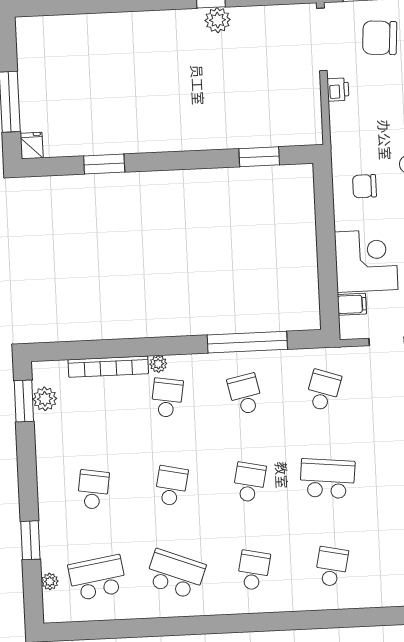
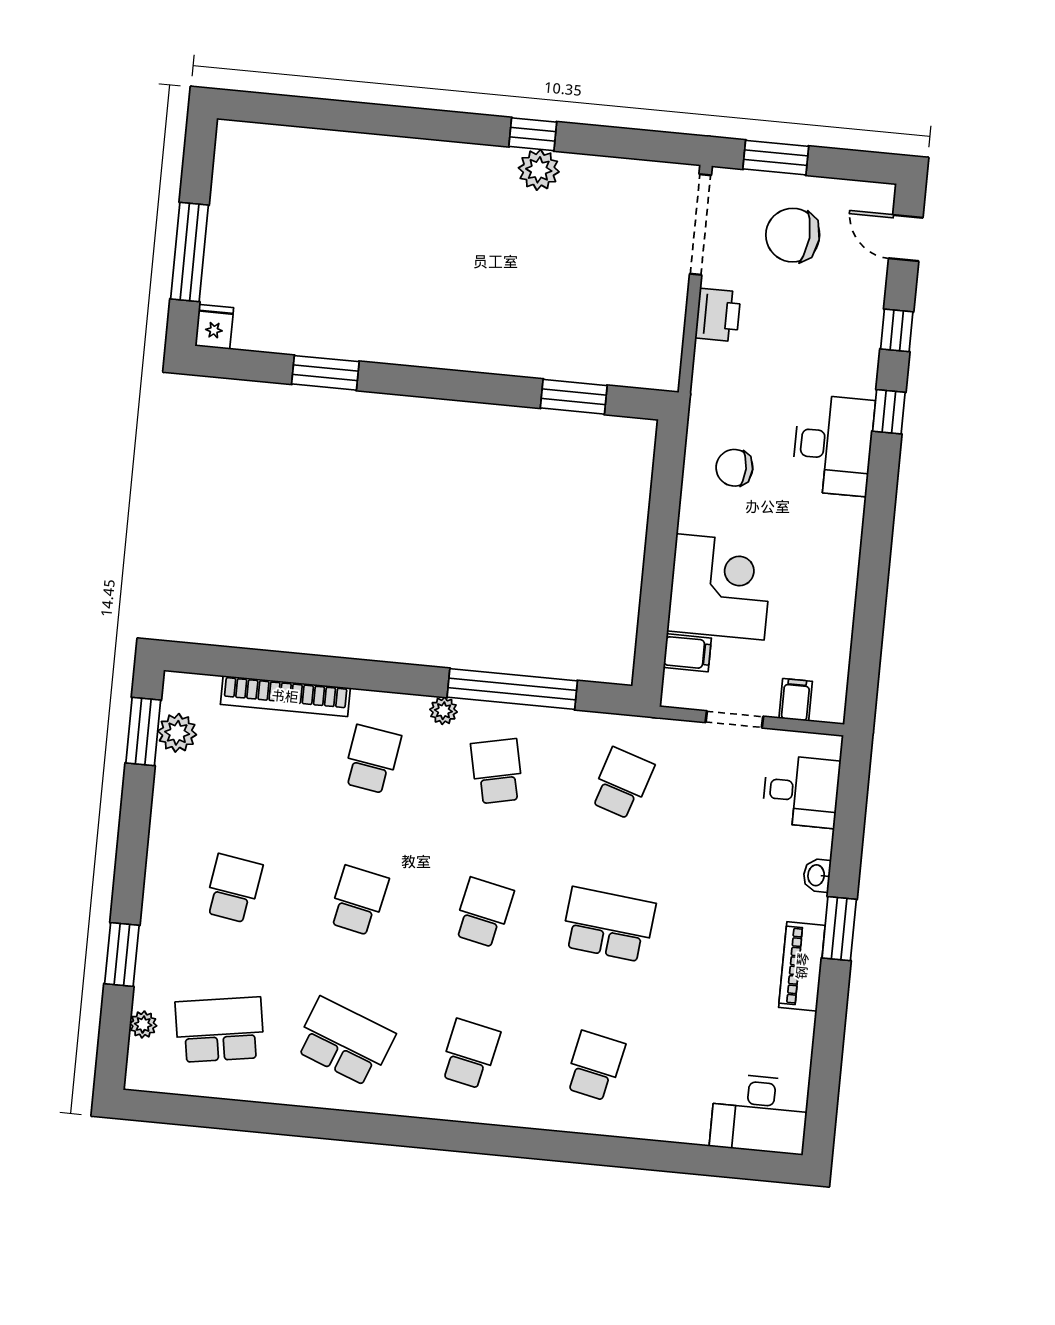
printer: (338, 90) -> (718, 315), width x1.36, depth x1.24
plant: (158, 364) -> (443, 711), moved

